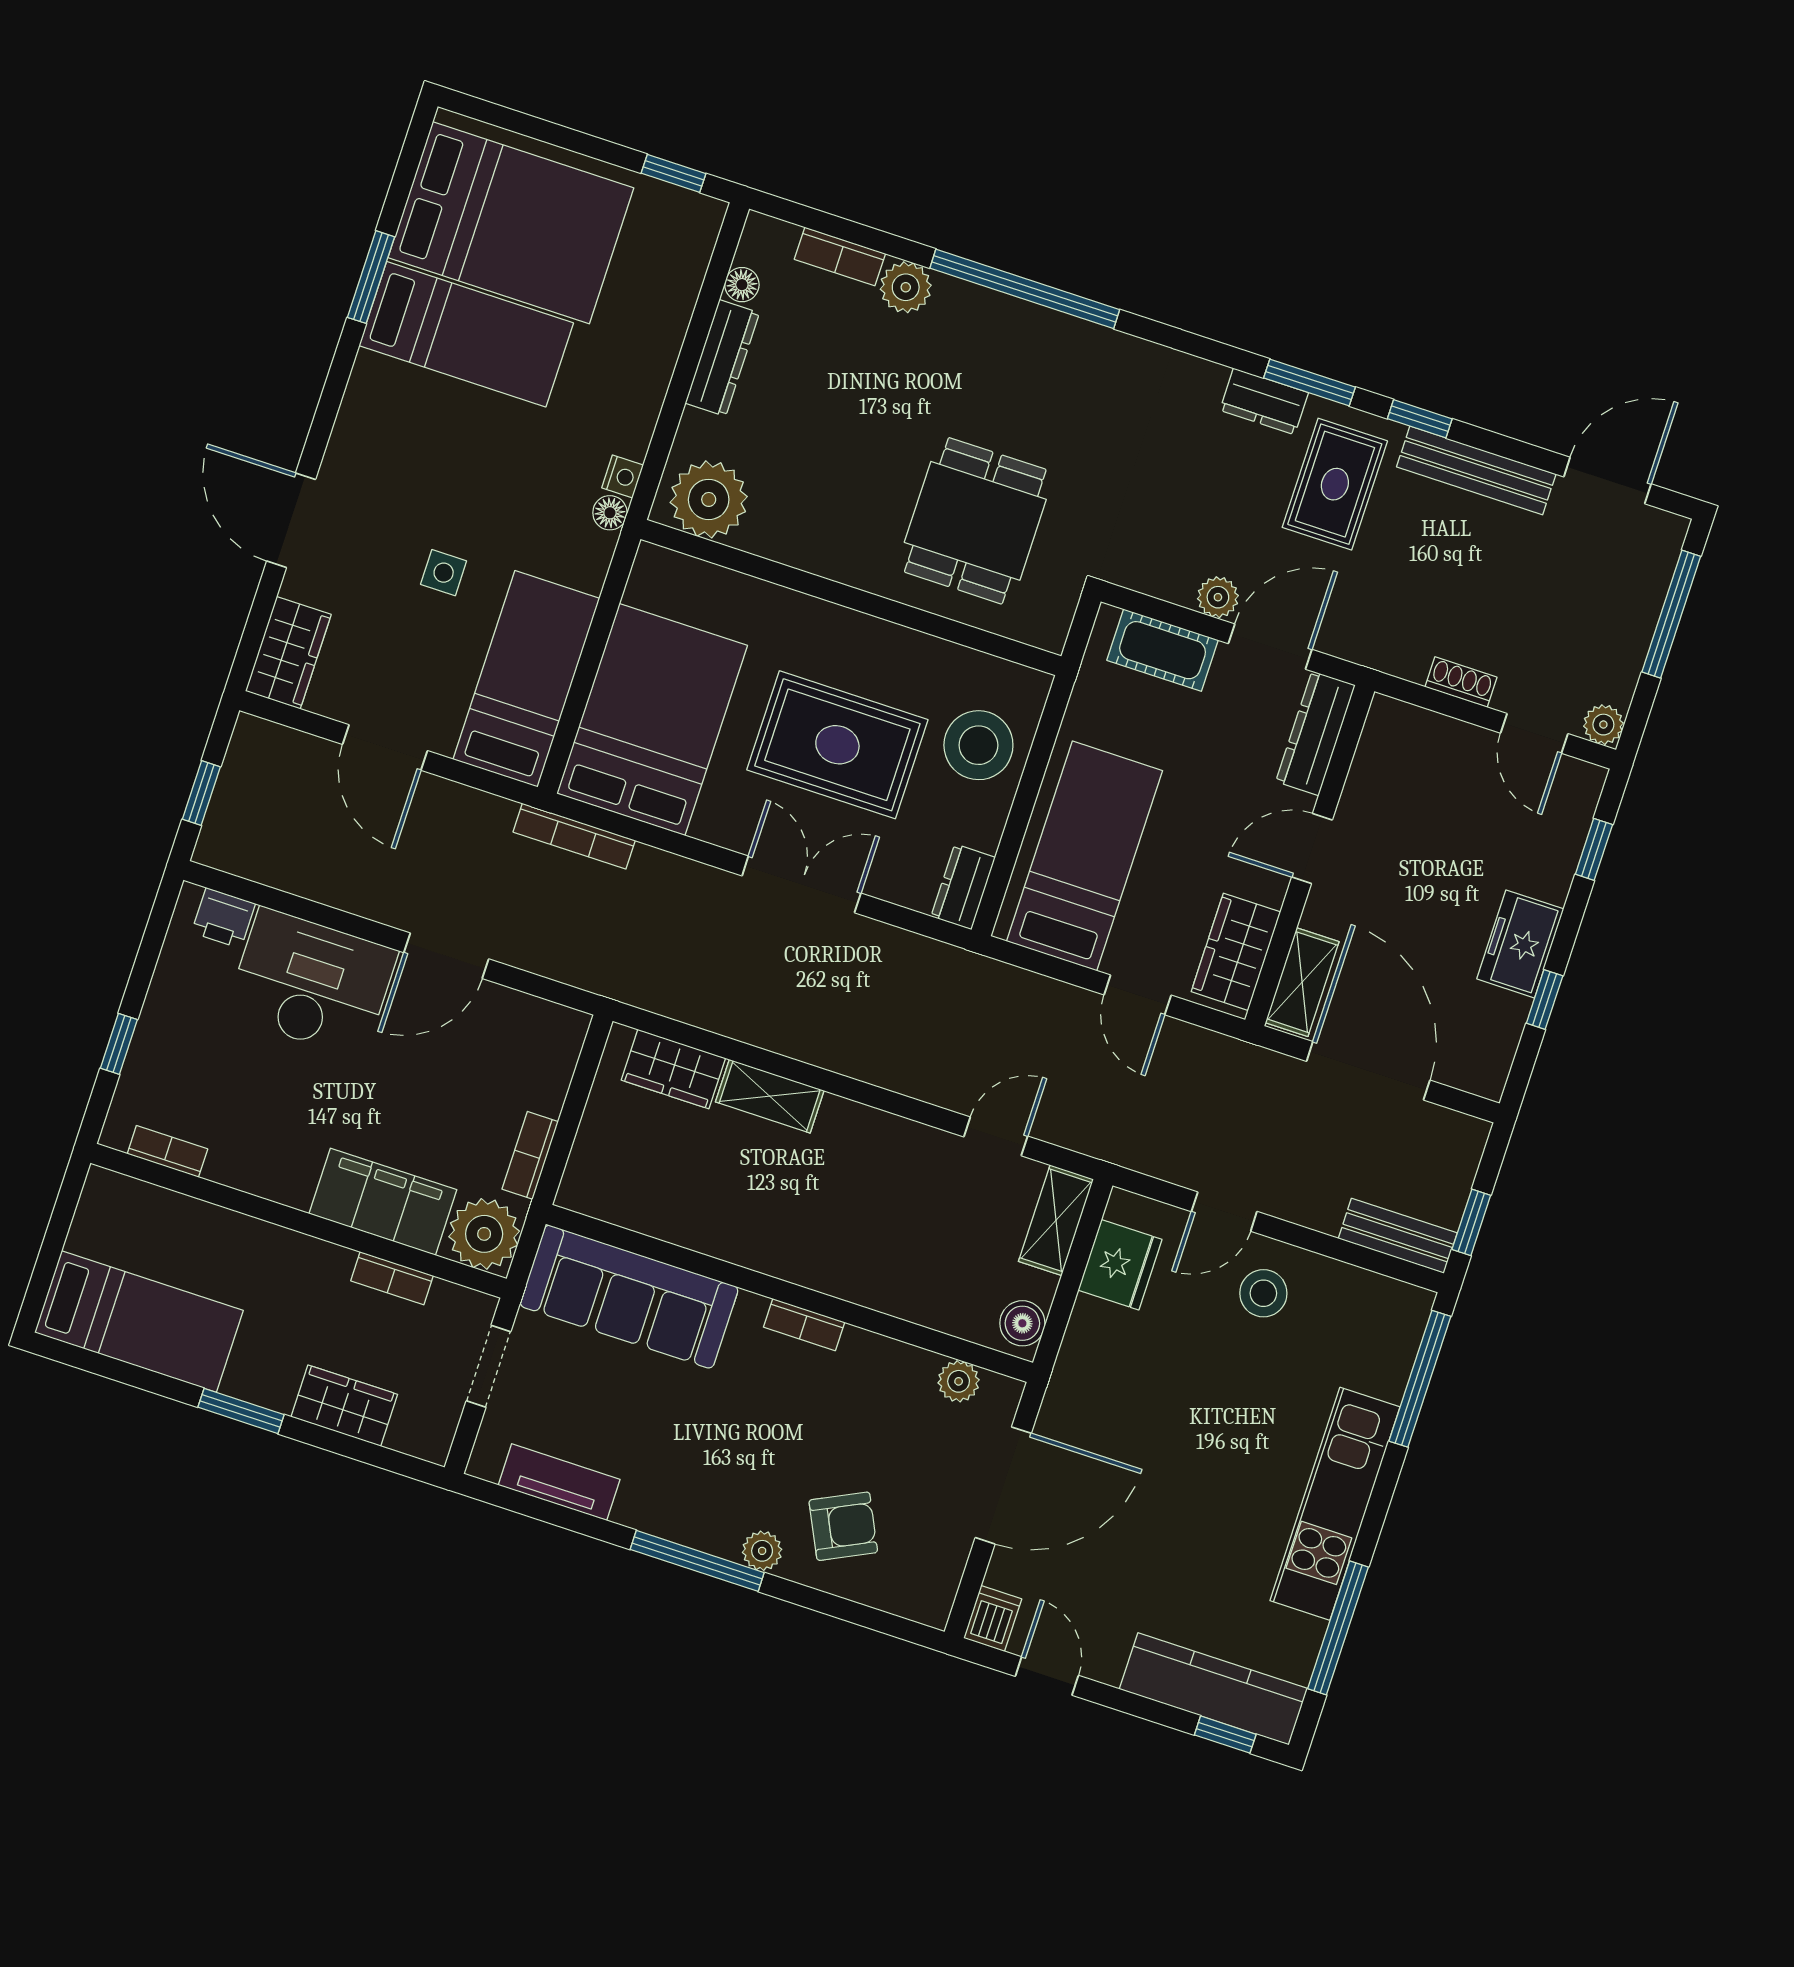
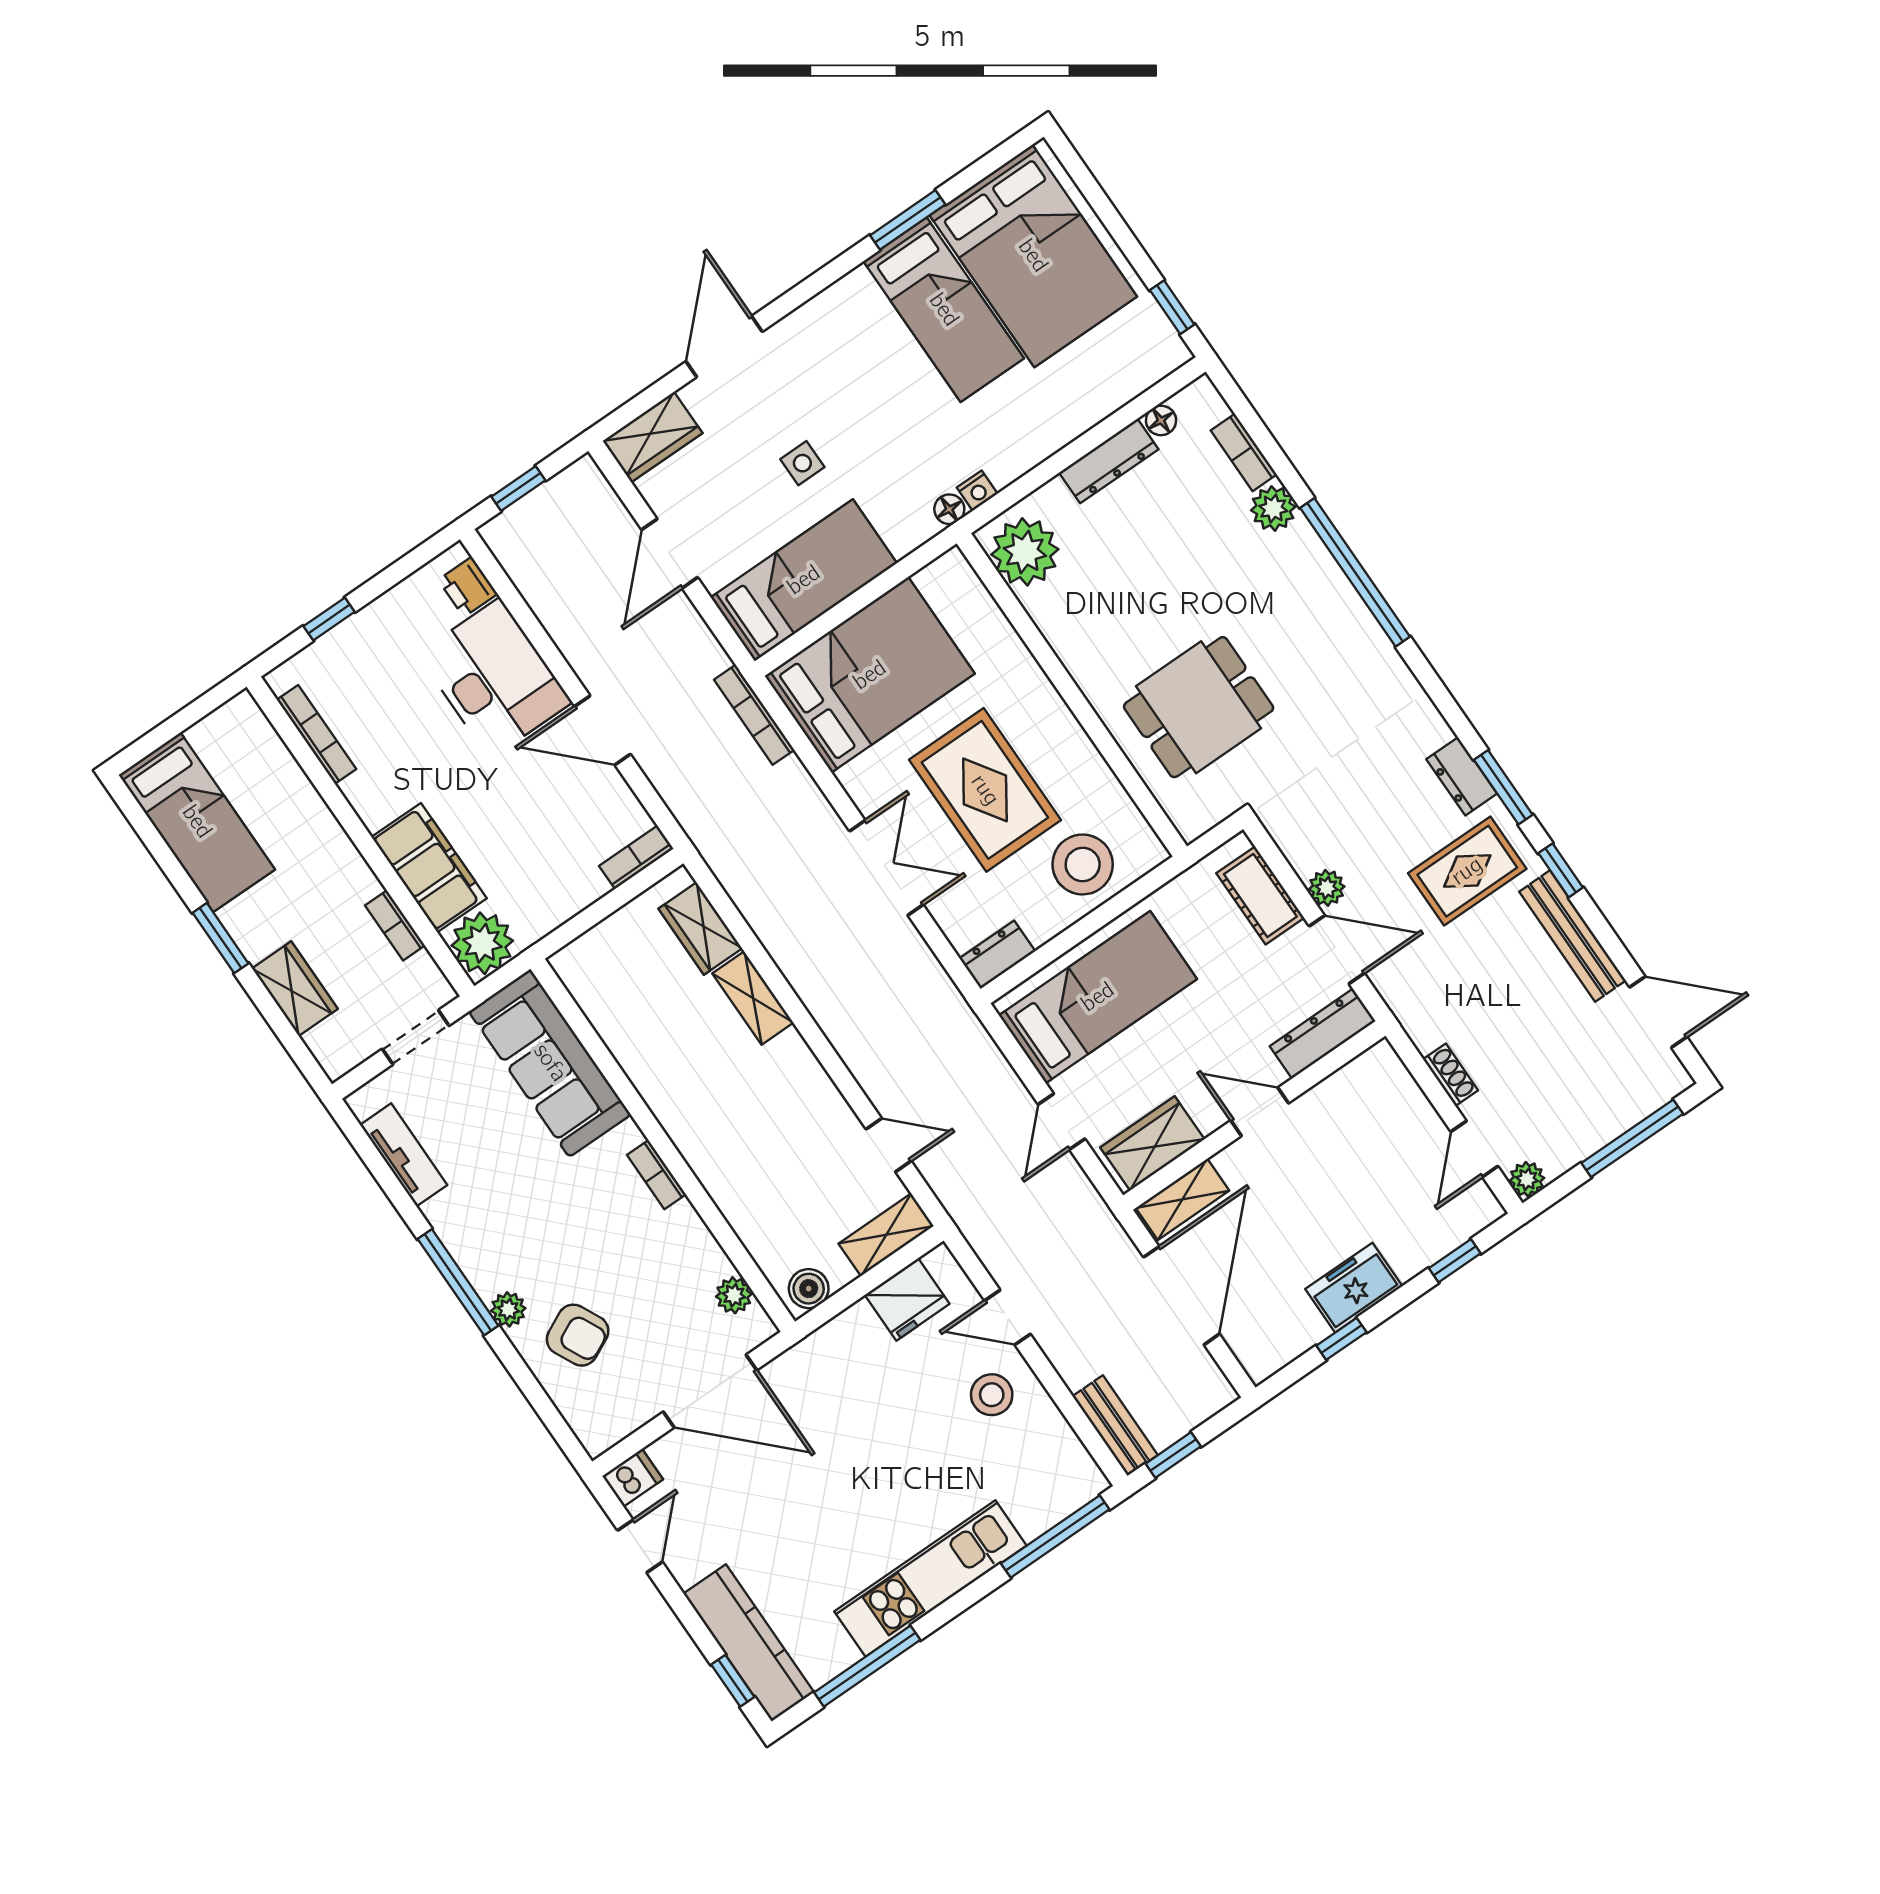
bookcase: (167, 1151) -> (317, 734), width x1.56
bookcase: (530, 1155) -> (636, 857), moved

